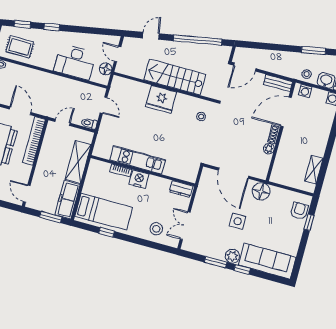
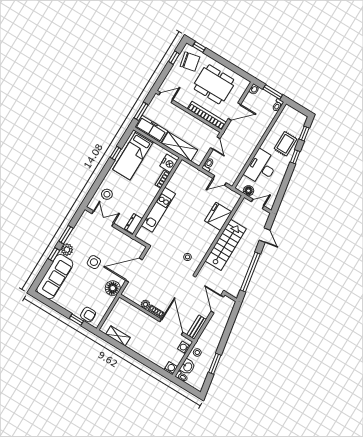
rug: (20, 47) -> (285, 144), moved
fridge: (161, 99) -> (218, 216), moved
kitchen unit: (138, 160) -> (158, 210), moved
nightstand: (139, 179) -> (169, 163), moved

